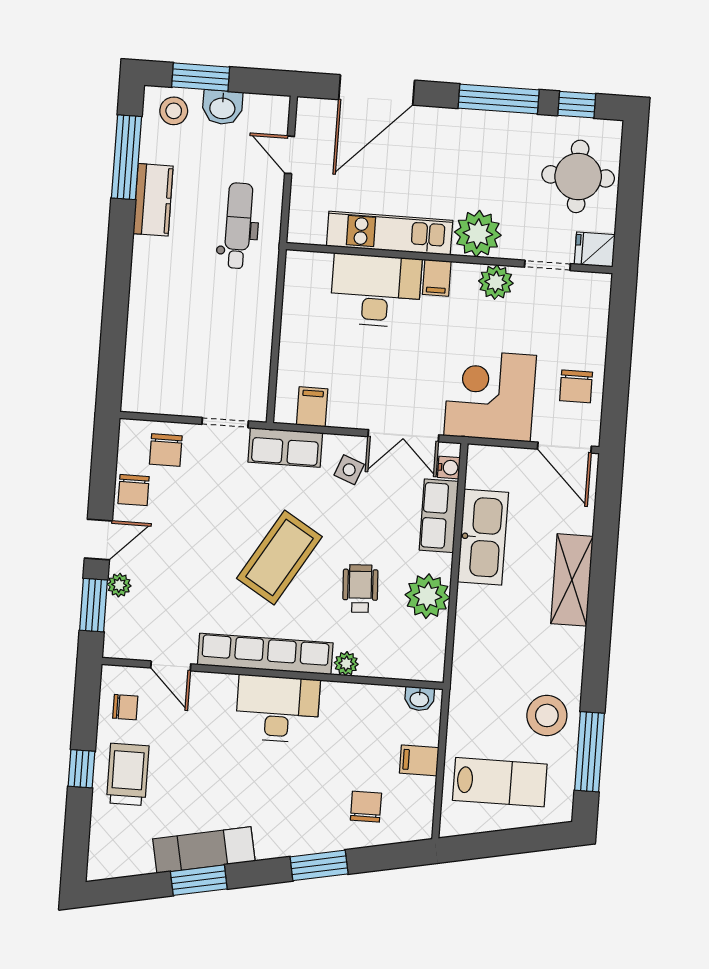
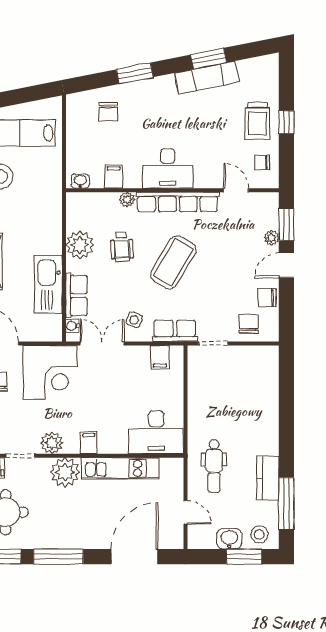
desk: (376, 291) -> (156, 432), moved
chair: (134, 490) -> (267, 297), turned -90
filing cabinet: (419, 760) -> (114, 177), moved, turned -90

